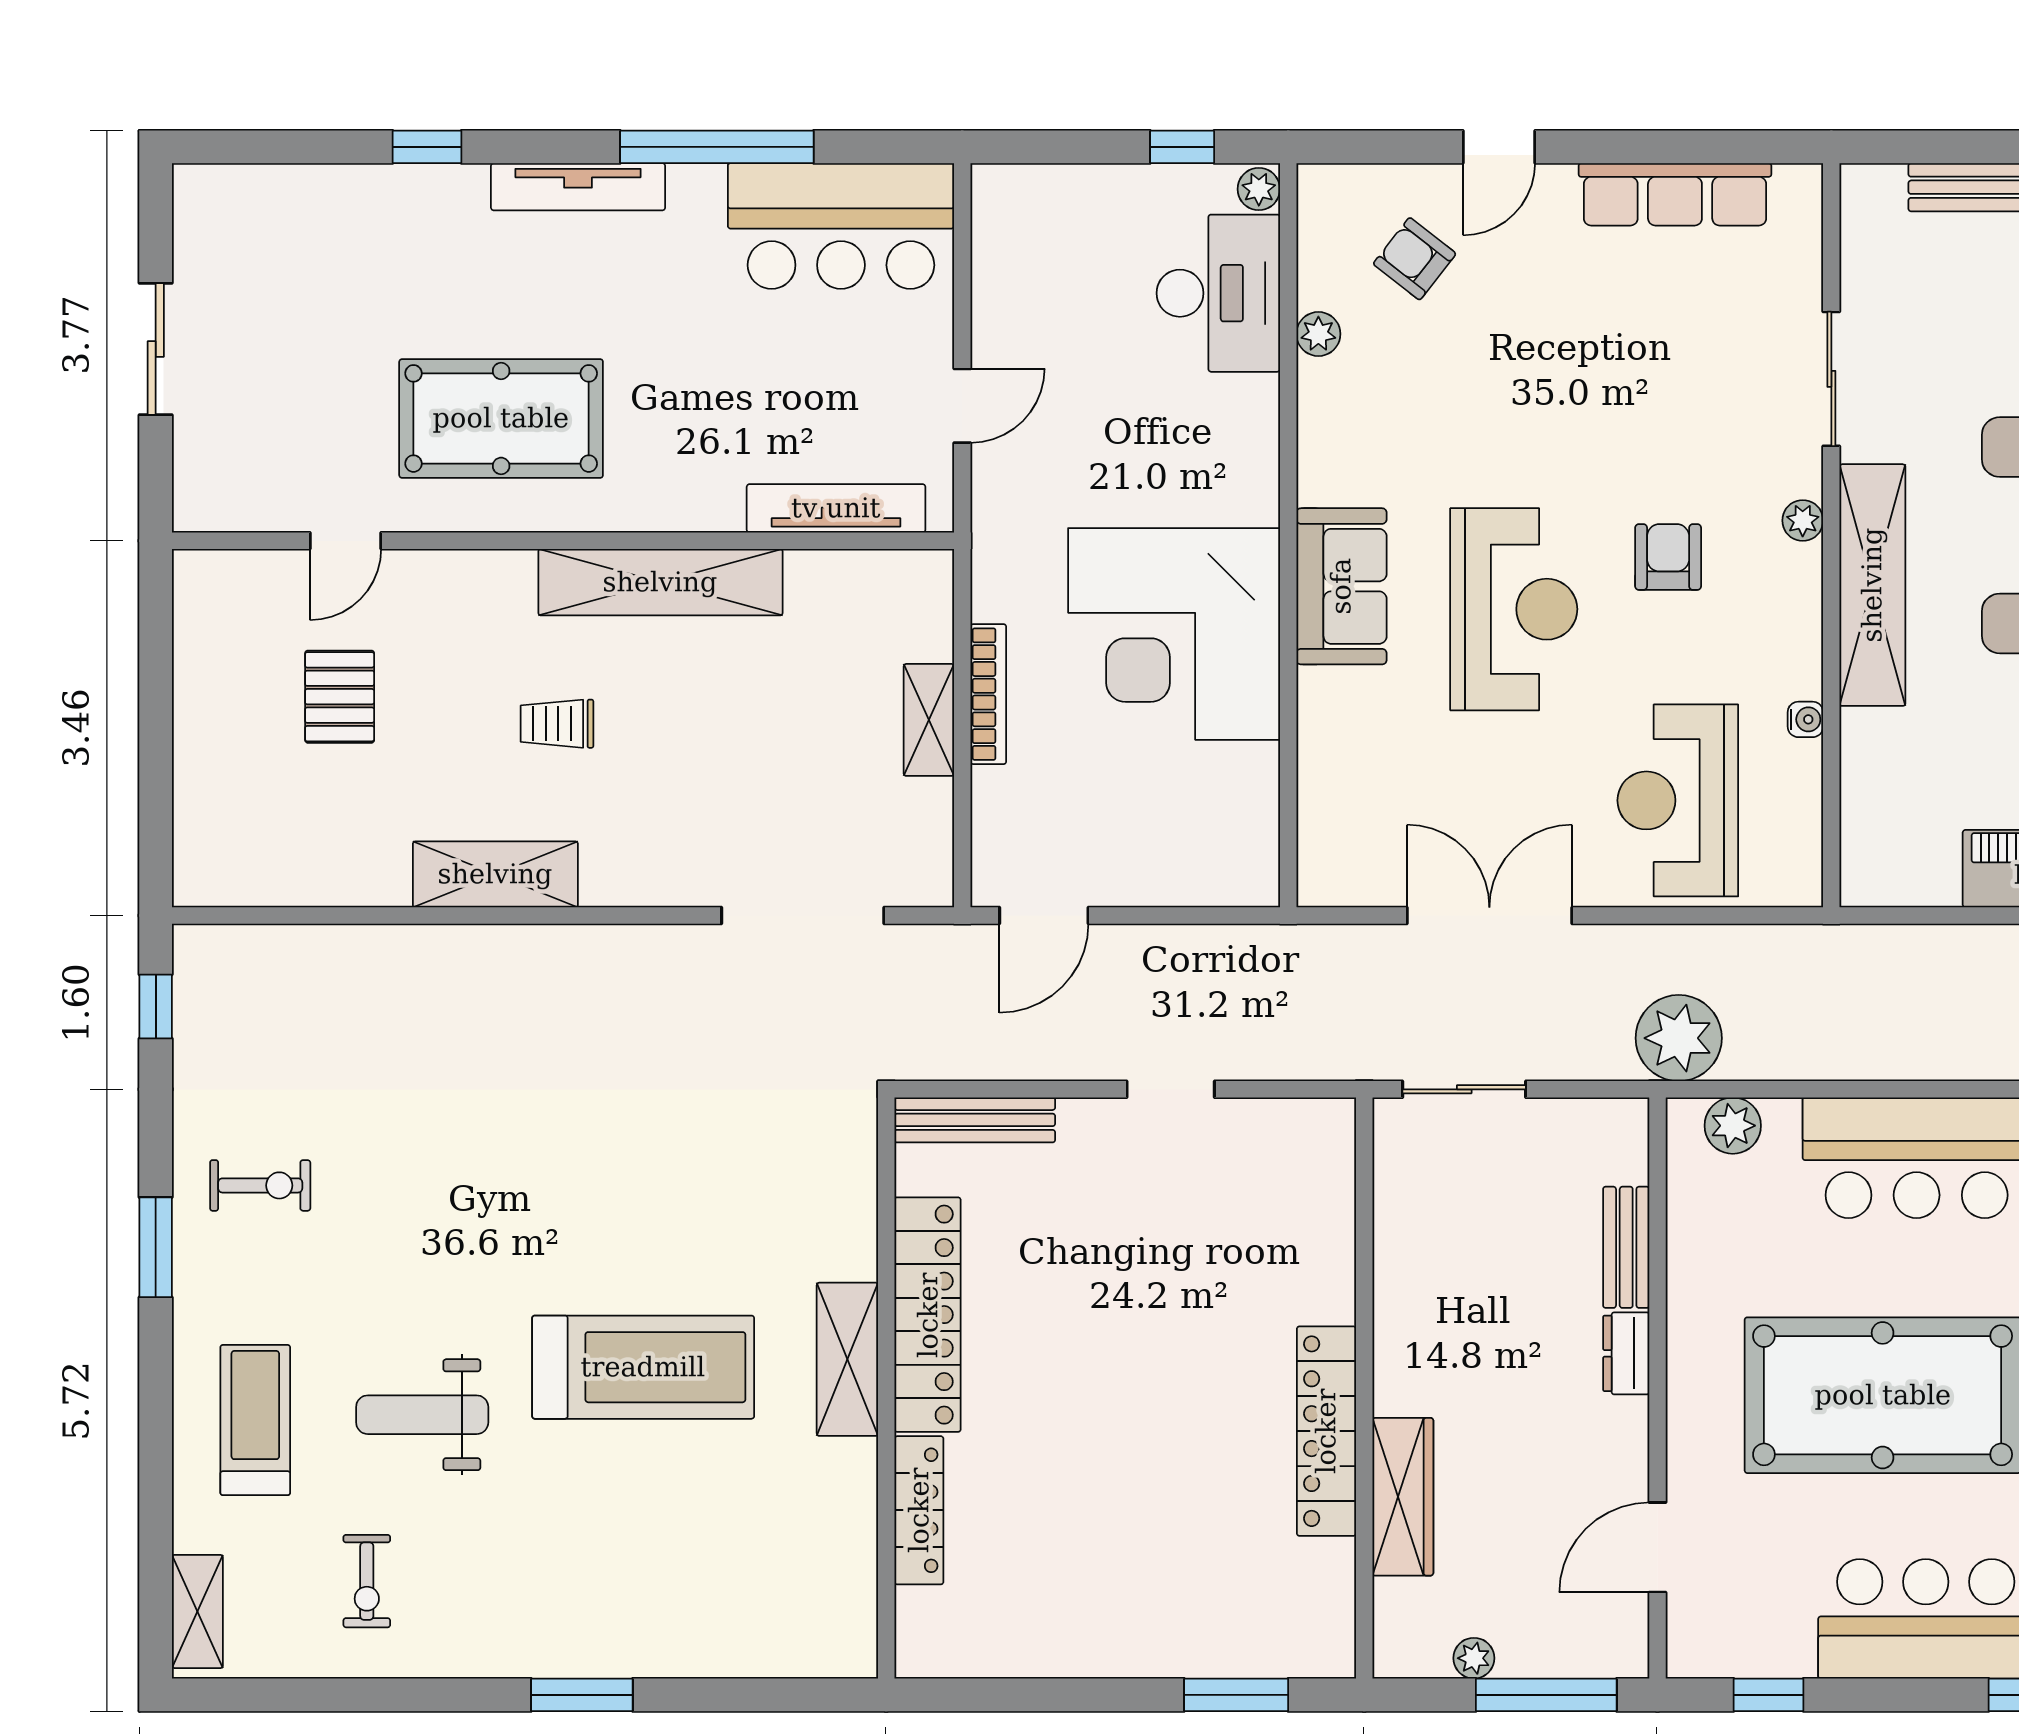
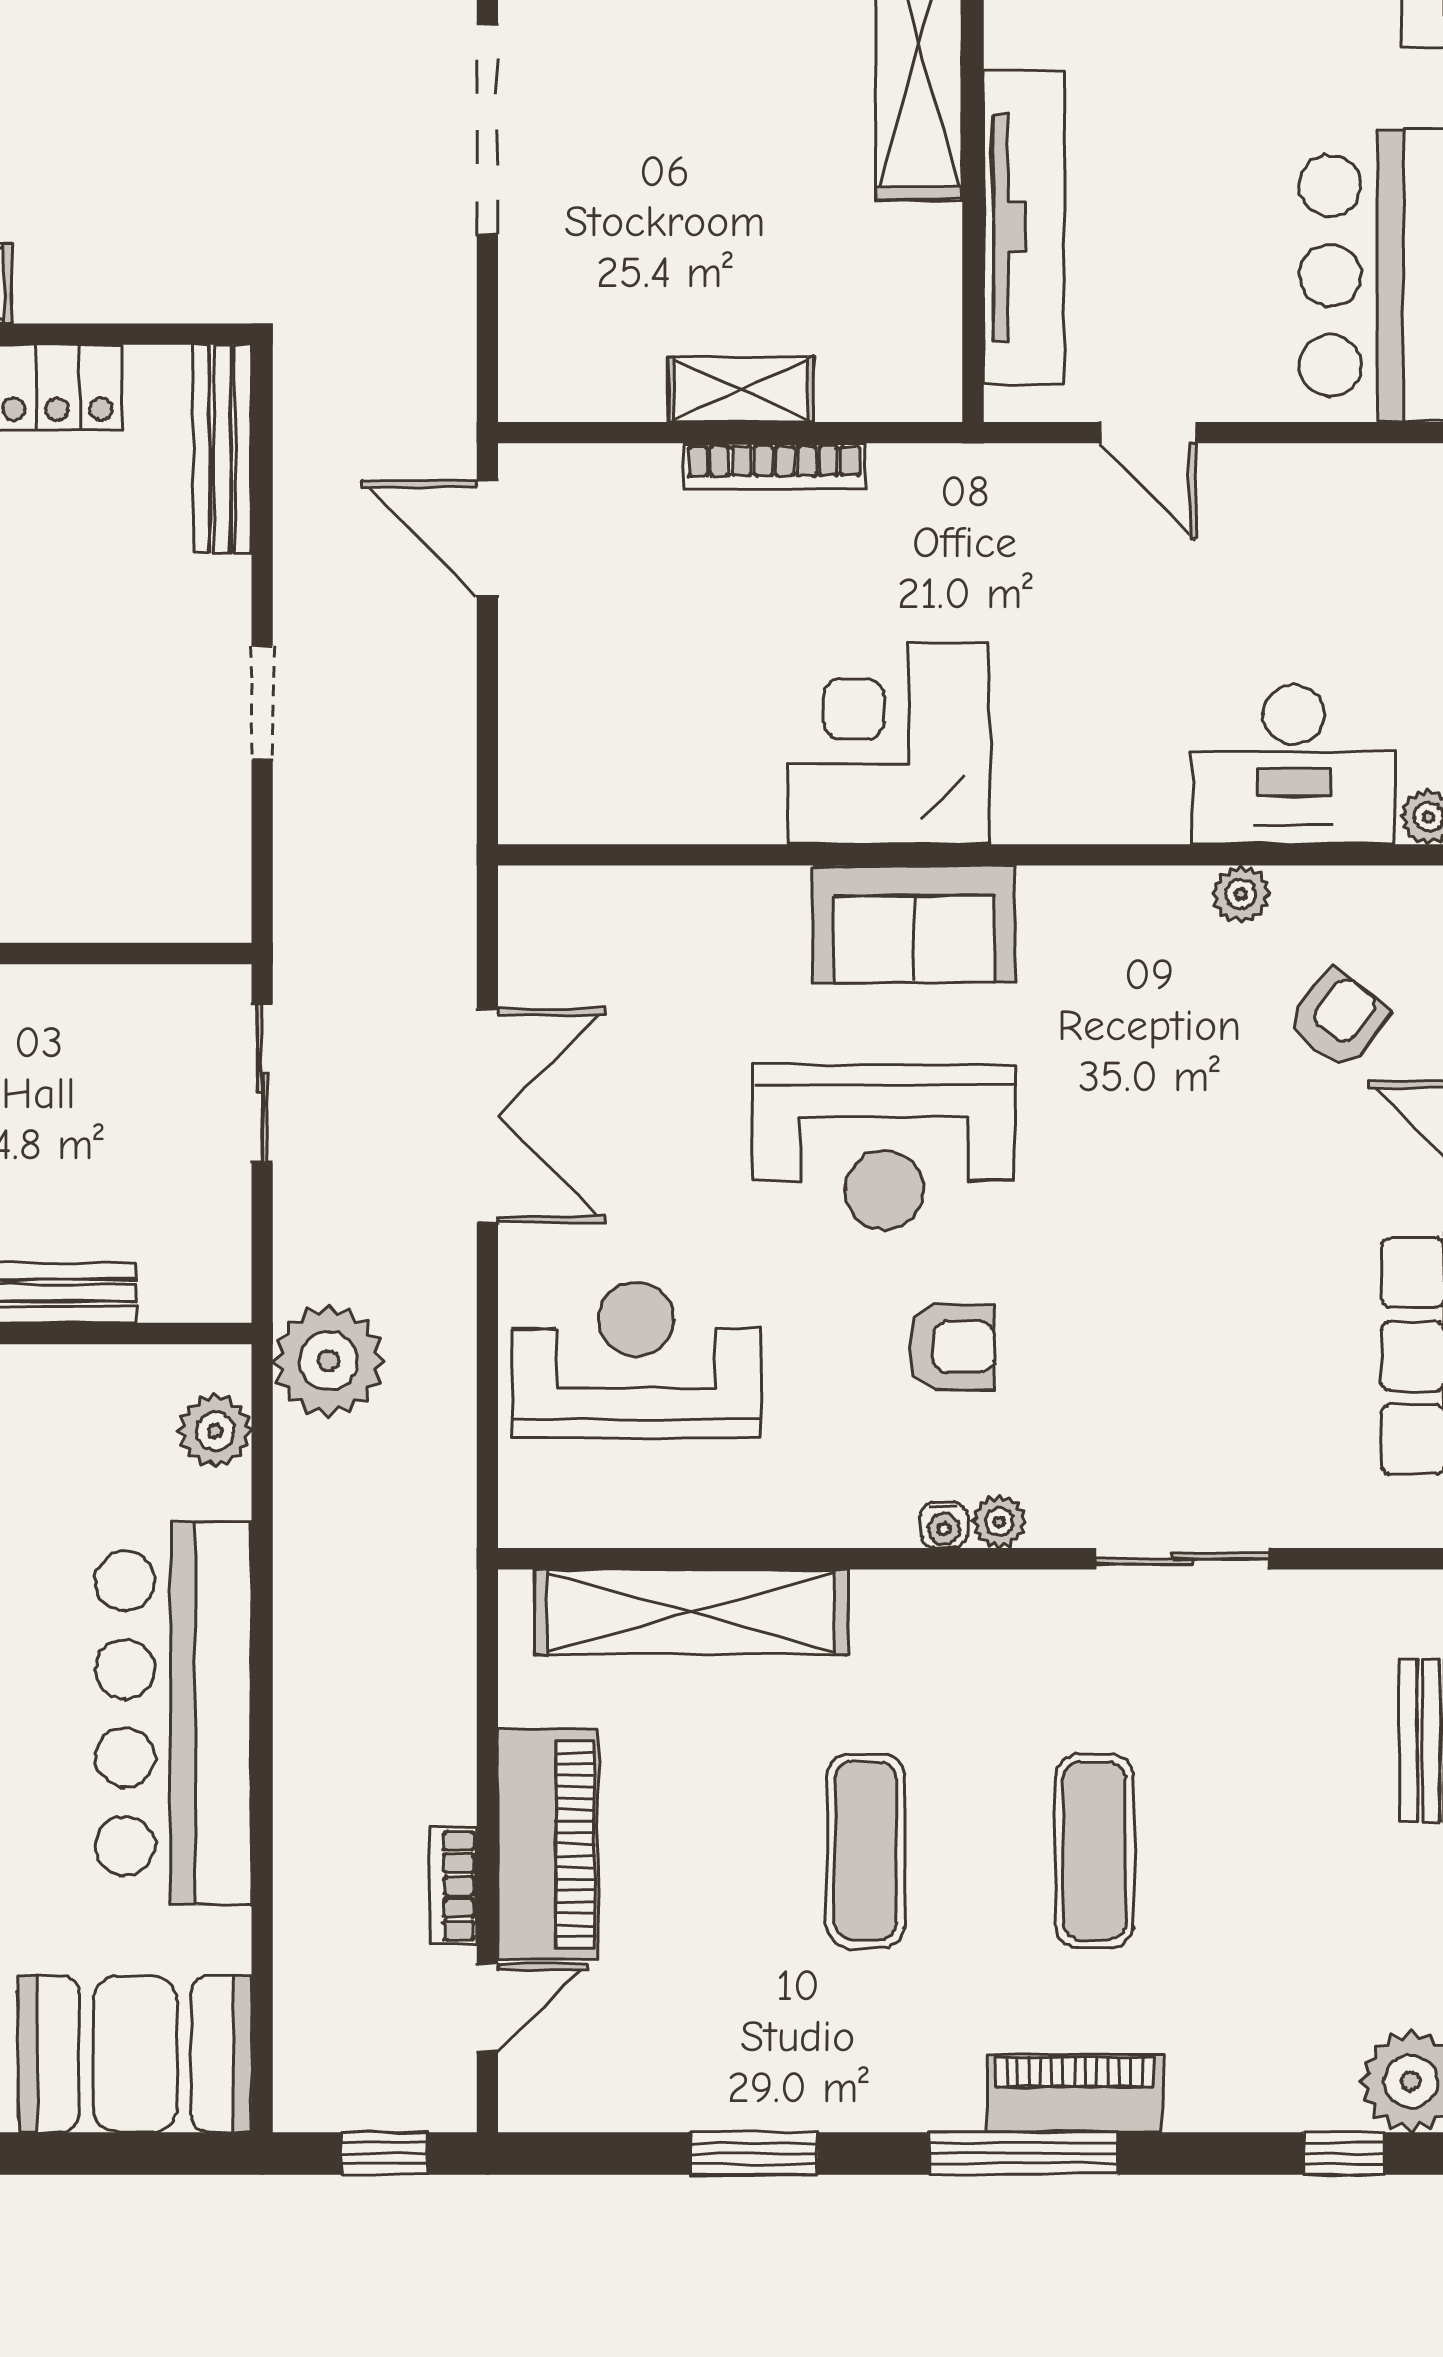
tv unit: (836, 508) -> (1024, 227), width x1.36, depth x1.29
shelving: (1872, 585) -> (691, 1612), moved
corner desk: (1174, 634) -> (888, 743), width x0.74, depth x0.74
water cooler: (1805, 719) -> (944, 1525), moved
doorway: (803, 915) -> (487, 129), moved

